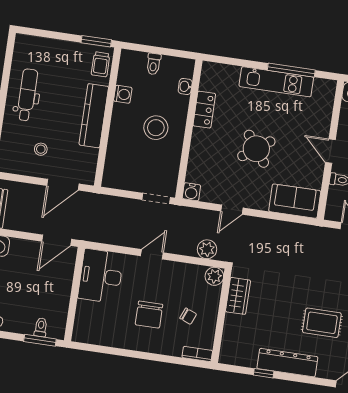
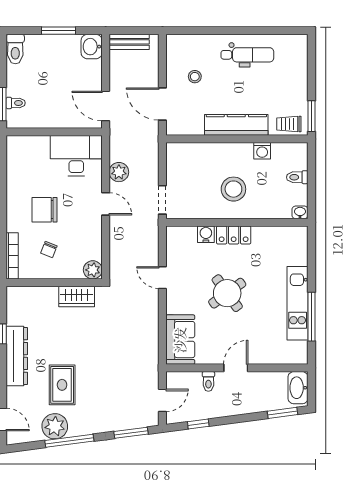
washbasin: (185, 86) -> (300, 212), moved
locker: (204, 110) -> (234, 235), moved
water cooler: (191, 192) -> (206, 234), moved, turned 90
plant: (207, 249) -> (119, 172), moved
bookcase: (197, 354) -> (12, 256), width x1.56

